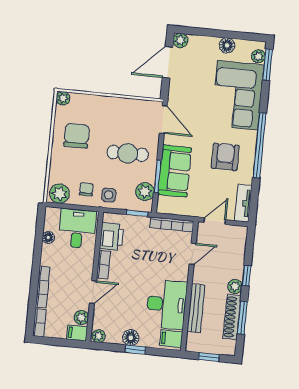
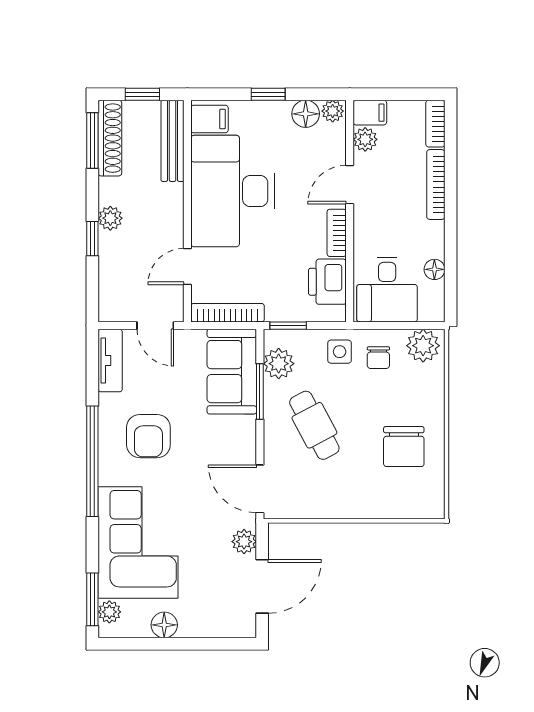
plant: (180, 40) -> (244, 542), moved
plant: (63, 98) -> (433, 508), removed
cafe table: (128, 153) -> (314, 425), turned 62
sofa: (175, 171) -> (232, 372), moved
door: (215, 221) -> (155, 326), hinge flipped
desk: (167, 304) -> (233, 191), width x1.36, depth x1.30
bench: (196, 308) -> (173, 141), moved
shoe rack: (232, 317) -> (110, 138), moved
window: (242, 318) -> (92, 141), moved
floor lamp: (131, 338) -> (306, 114), moved

